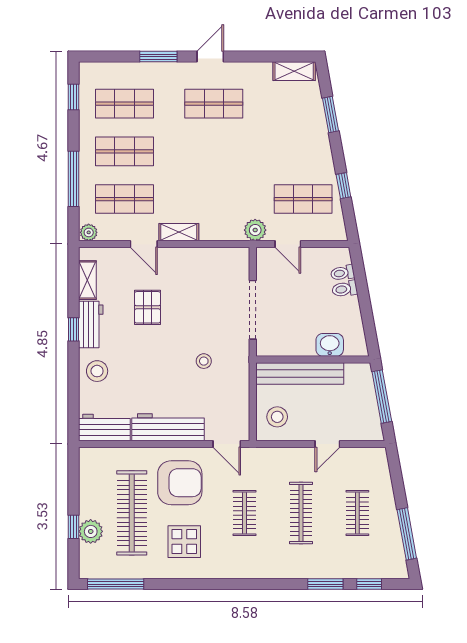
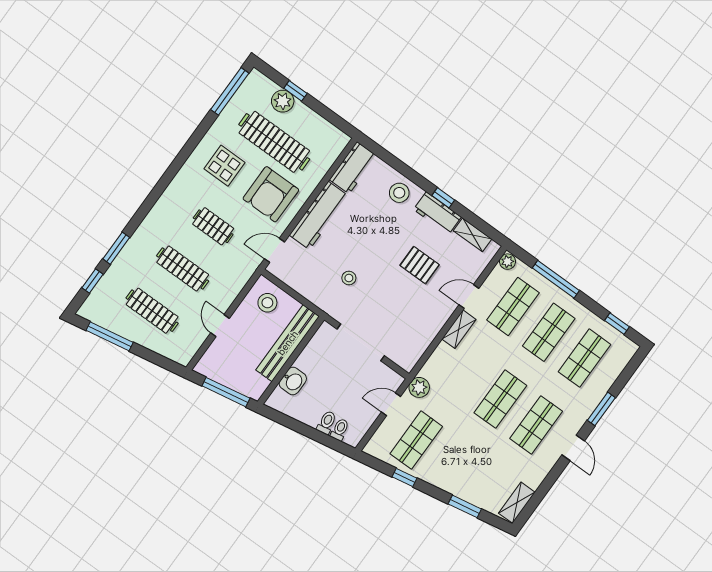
shop shelf: (214, 151) -> (500, 399), added
clothes rail: (357, 513) -> (152, 311), width x1.36

